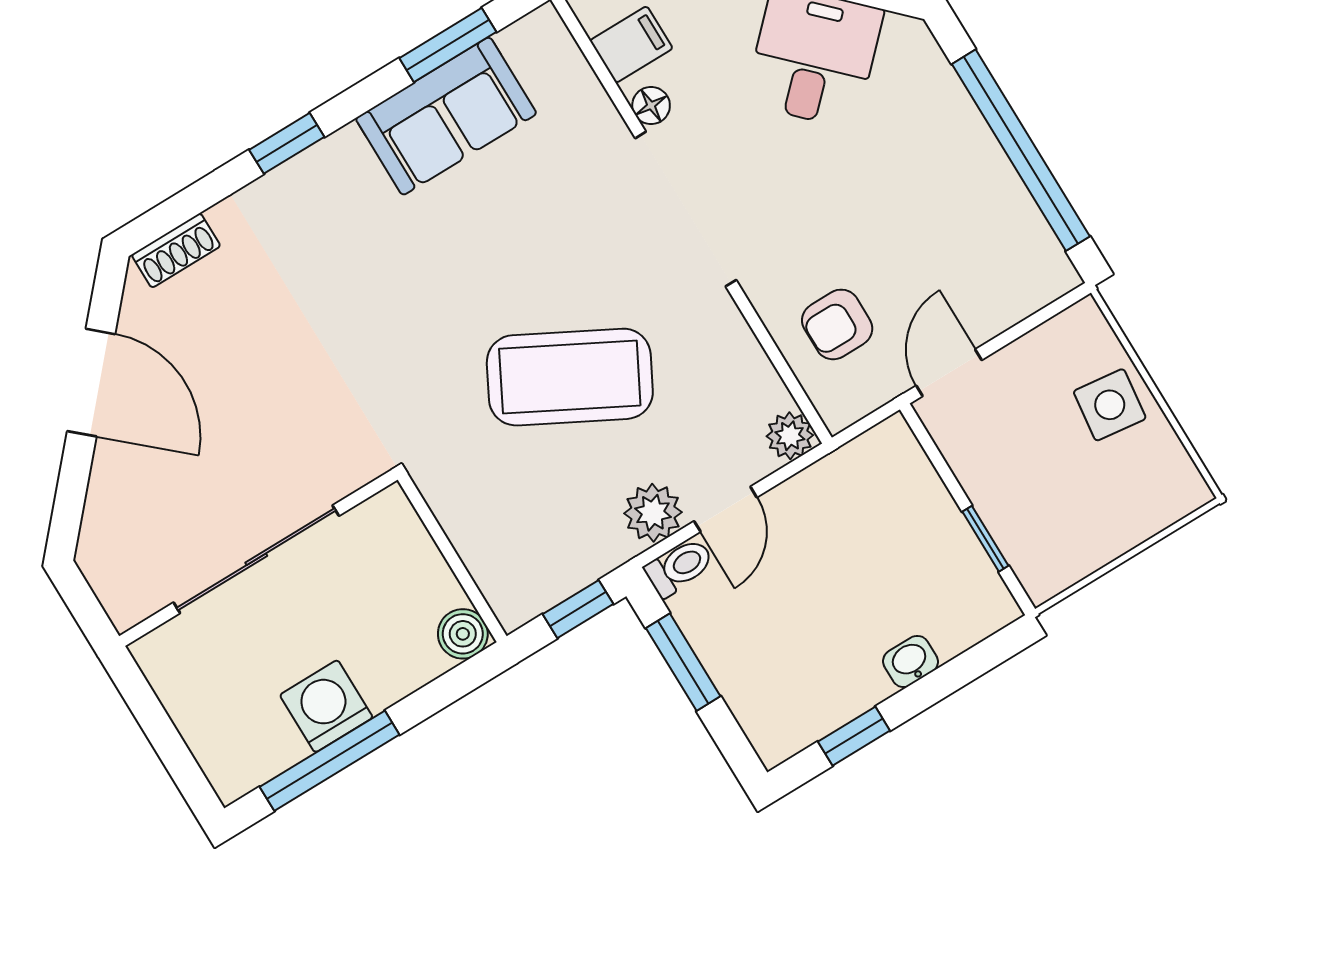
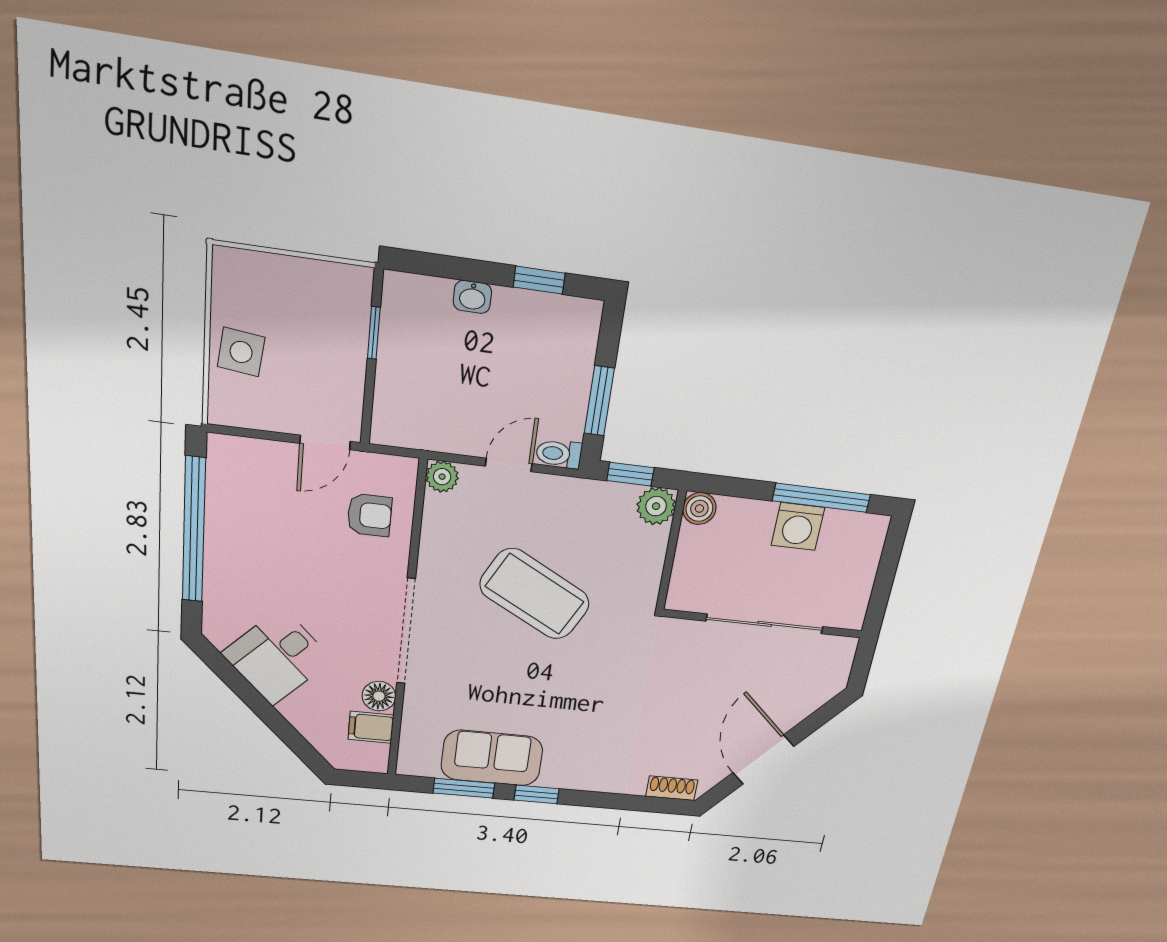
floor lamp: (651, 106) -> (379, 696), width x1.37, depth x1.37
window: (287, 143) -> (537, 794), moved
plant: (653, 513) -> (656, 506), moved

